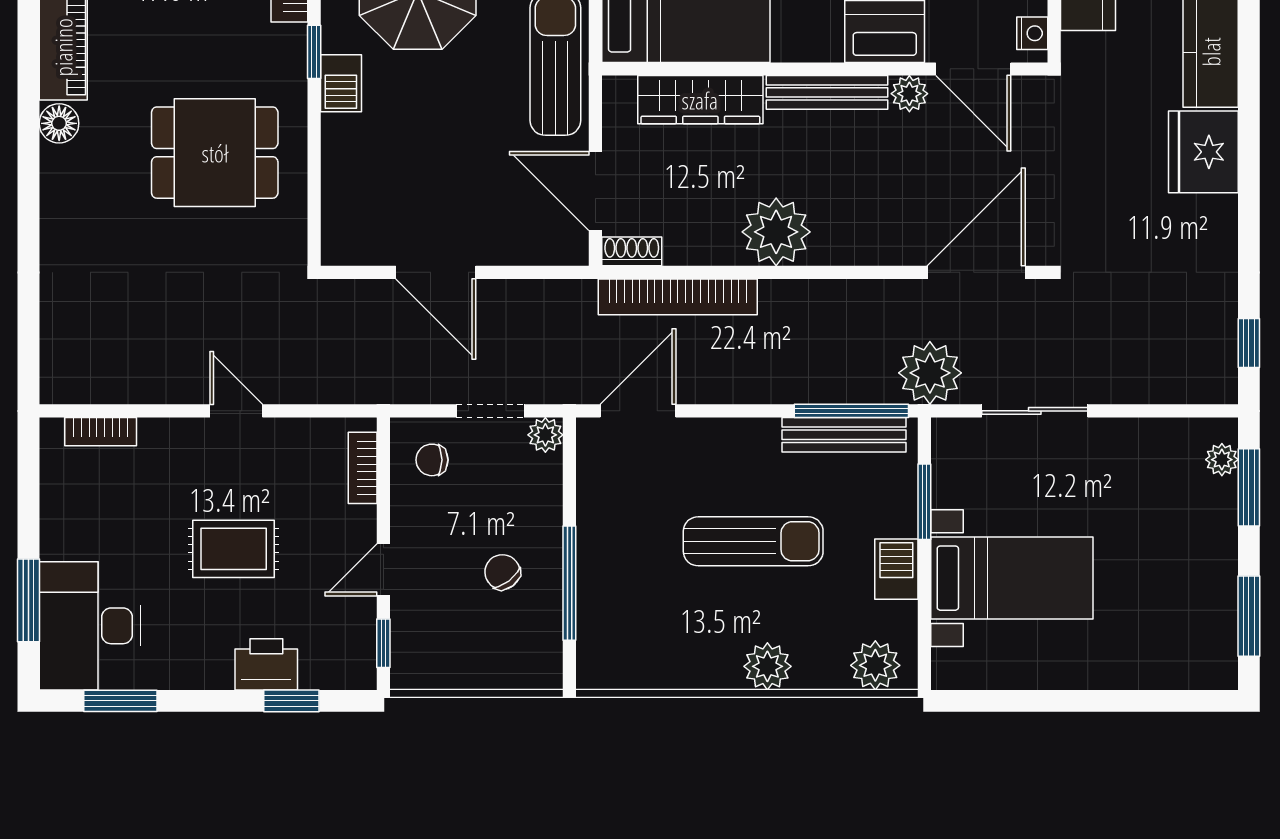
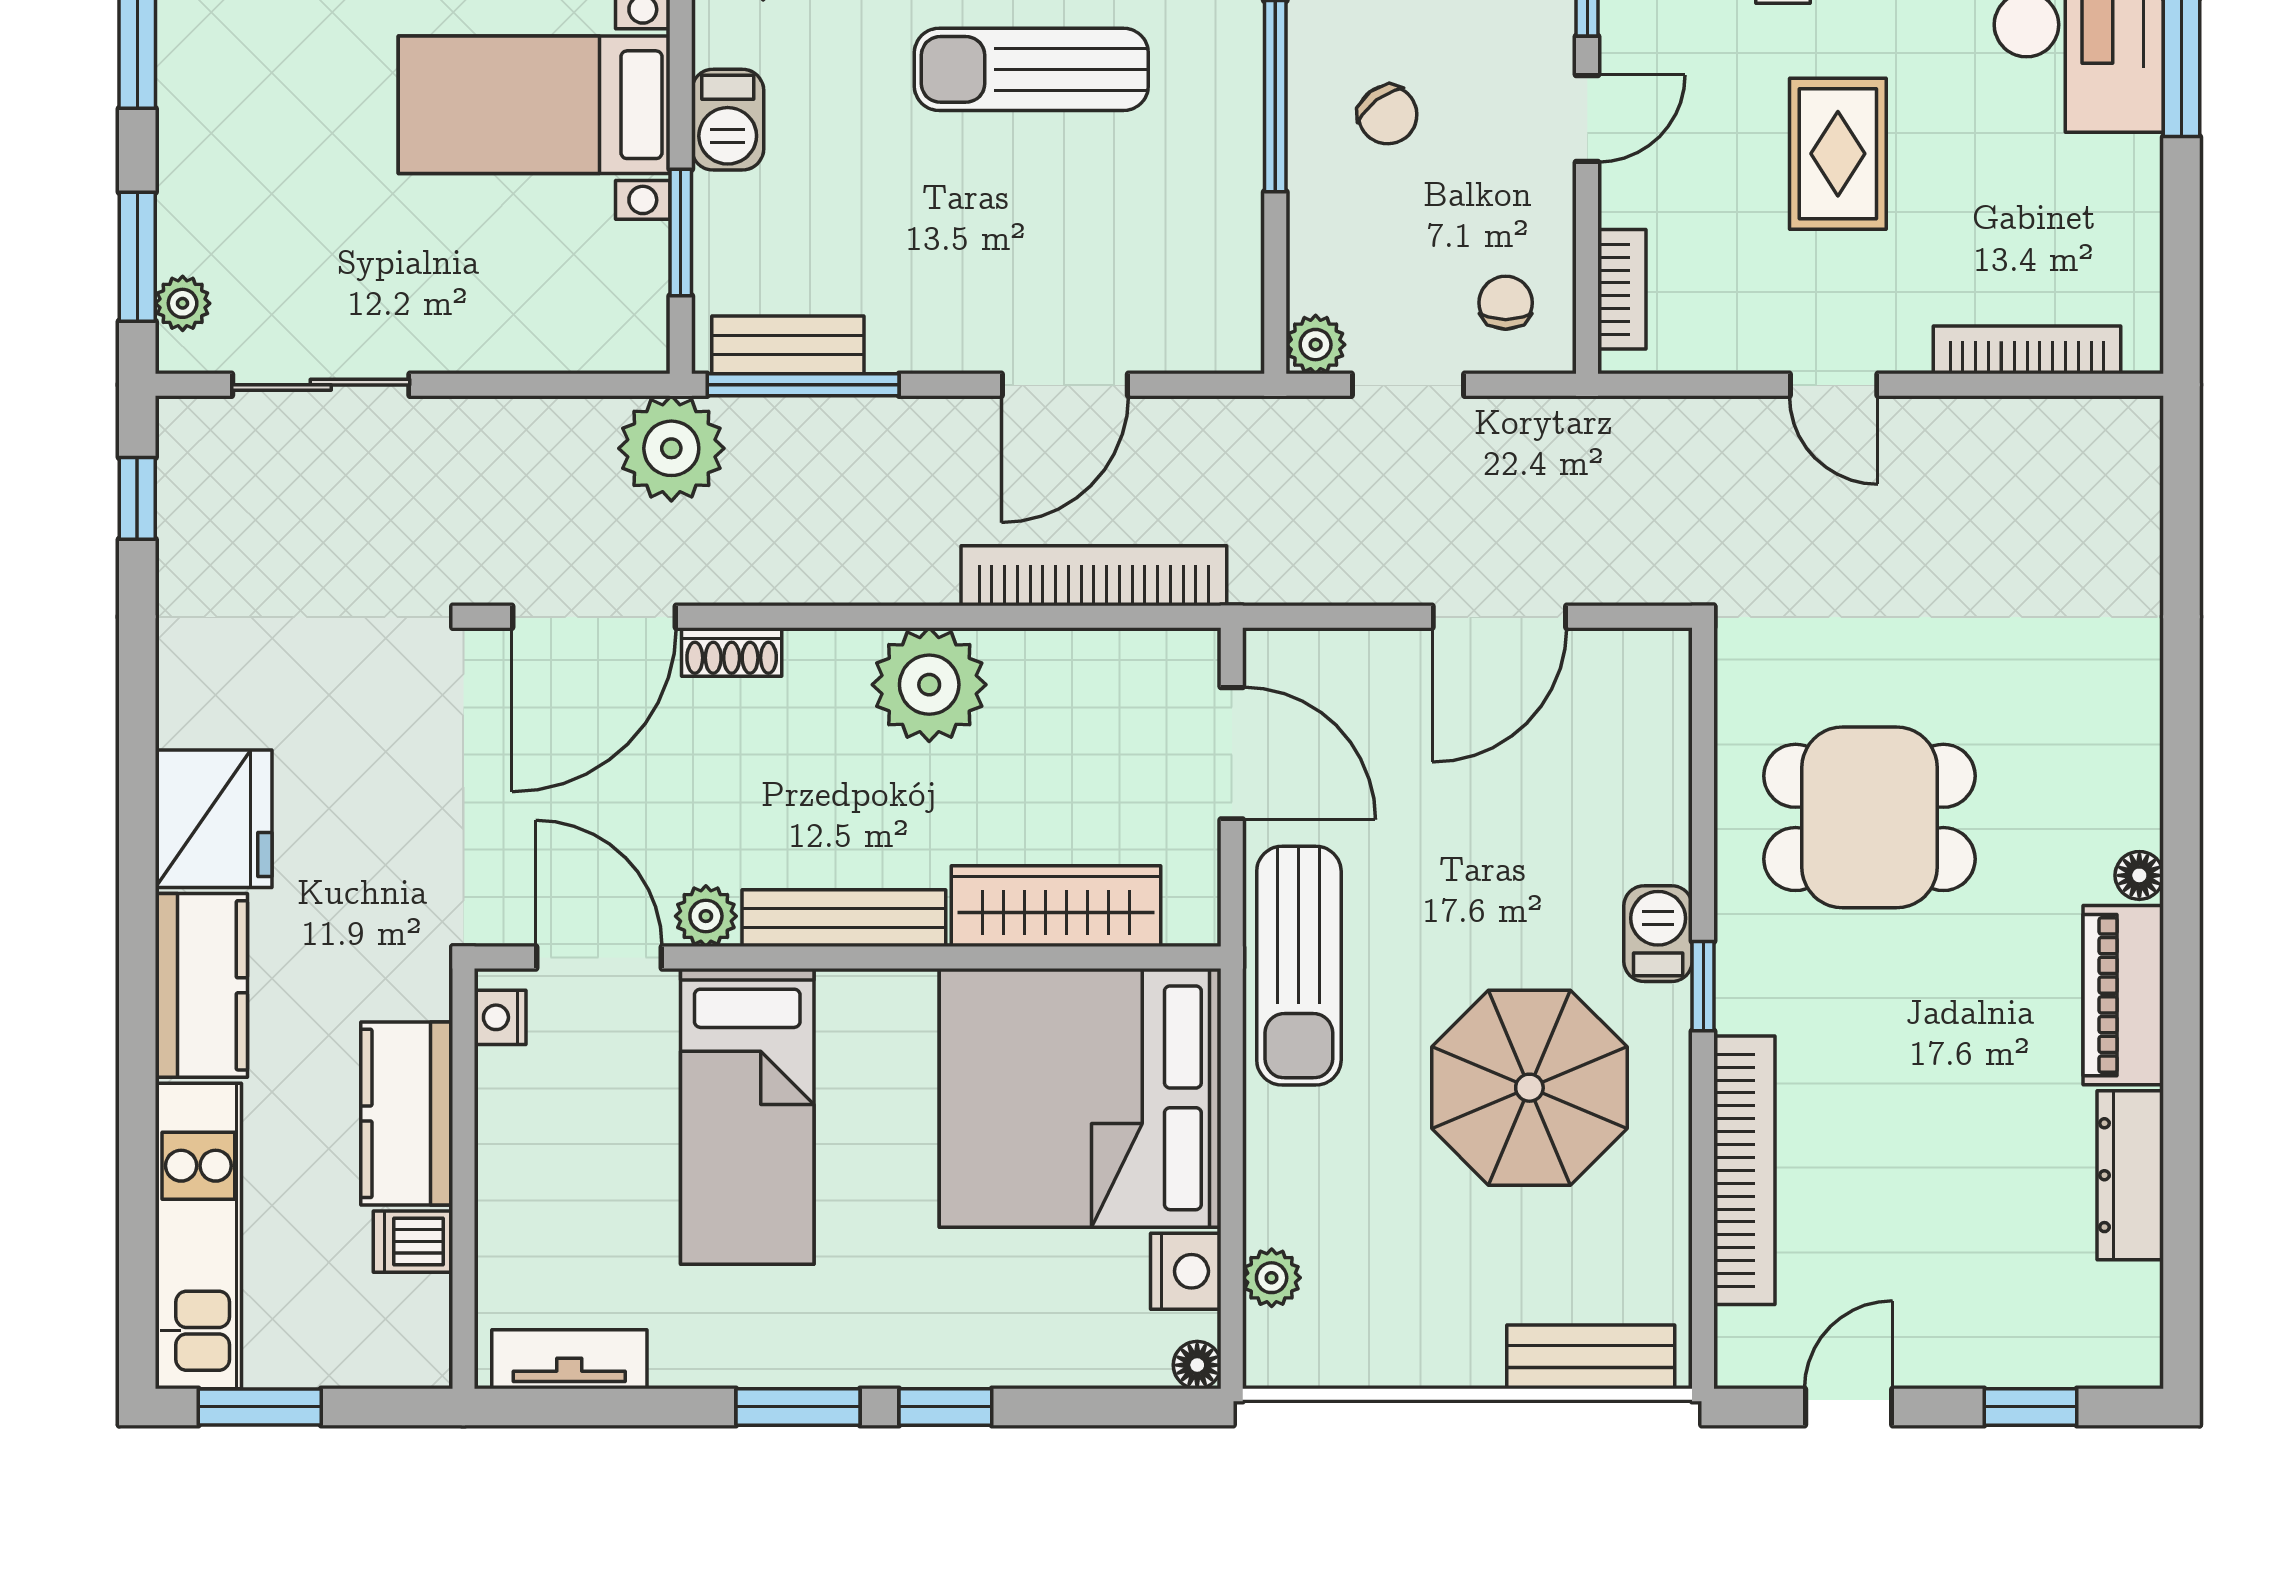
floor lamp: (59, 123) -> (2139, 875), width x0.73, depth x0.73
shoe rack: (632, 251) -> (732, 652), moved
door: (436, 272) -> (1499, 617), swing flipped
door: (638, 411) -> (1065, 385), moved
sliding door: (1035, 411) -> (321, 385), moved
bookcase: (101, 432) -> (2027, 350), width x1.56
bench: (844, 435) -> (788, 345), width x0.73
chair: (432, 460) -> (1506, 303), turned -90
sun lounger: (753, 541) -> (1031, 69), moved
rug: (234, 549) -> (1838, 154), turned 90

